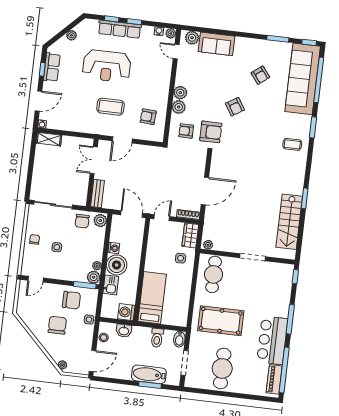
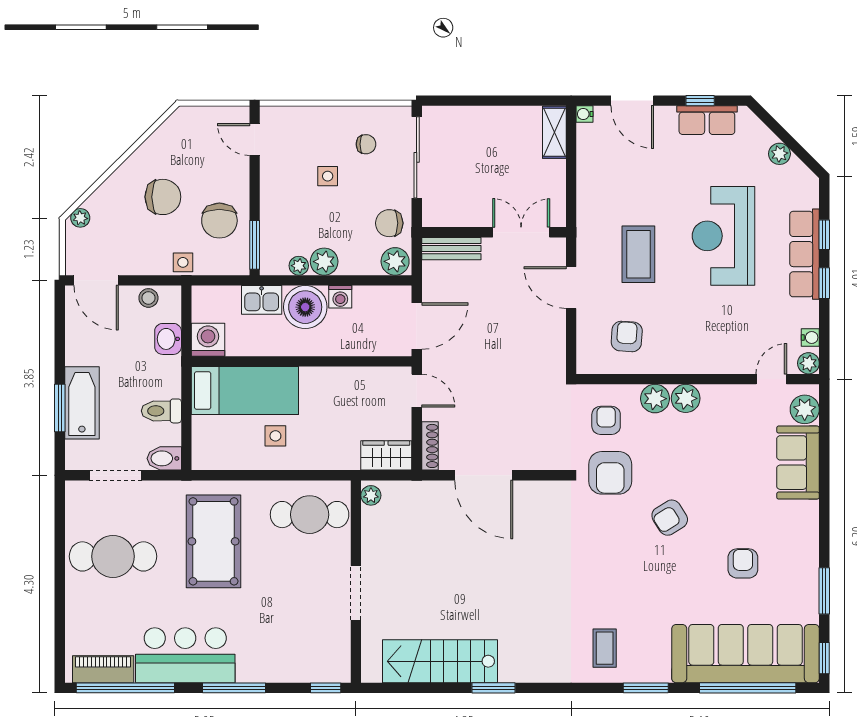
armchair: (260, 75) -> (743, 563), turned 128
chair: (35, 239) -> (366, 144), moved
side table: (181, 258) -> (275, 436), moved
plant: (94, 277) -> (324, 262), moved

